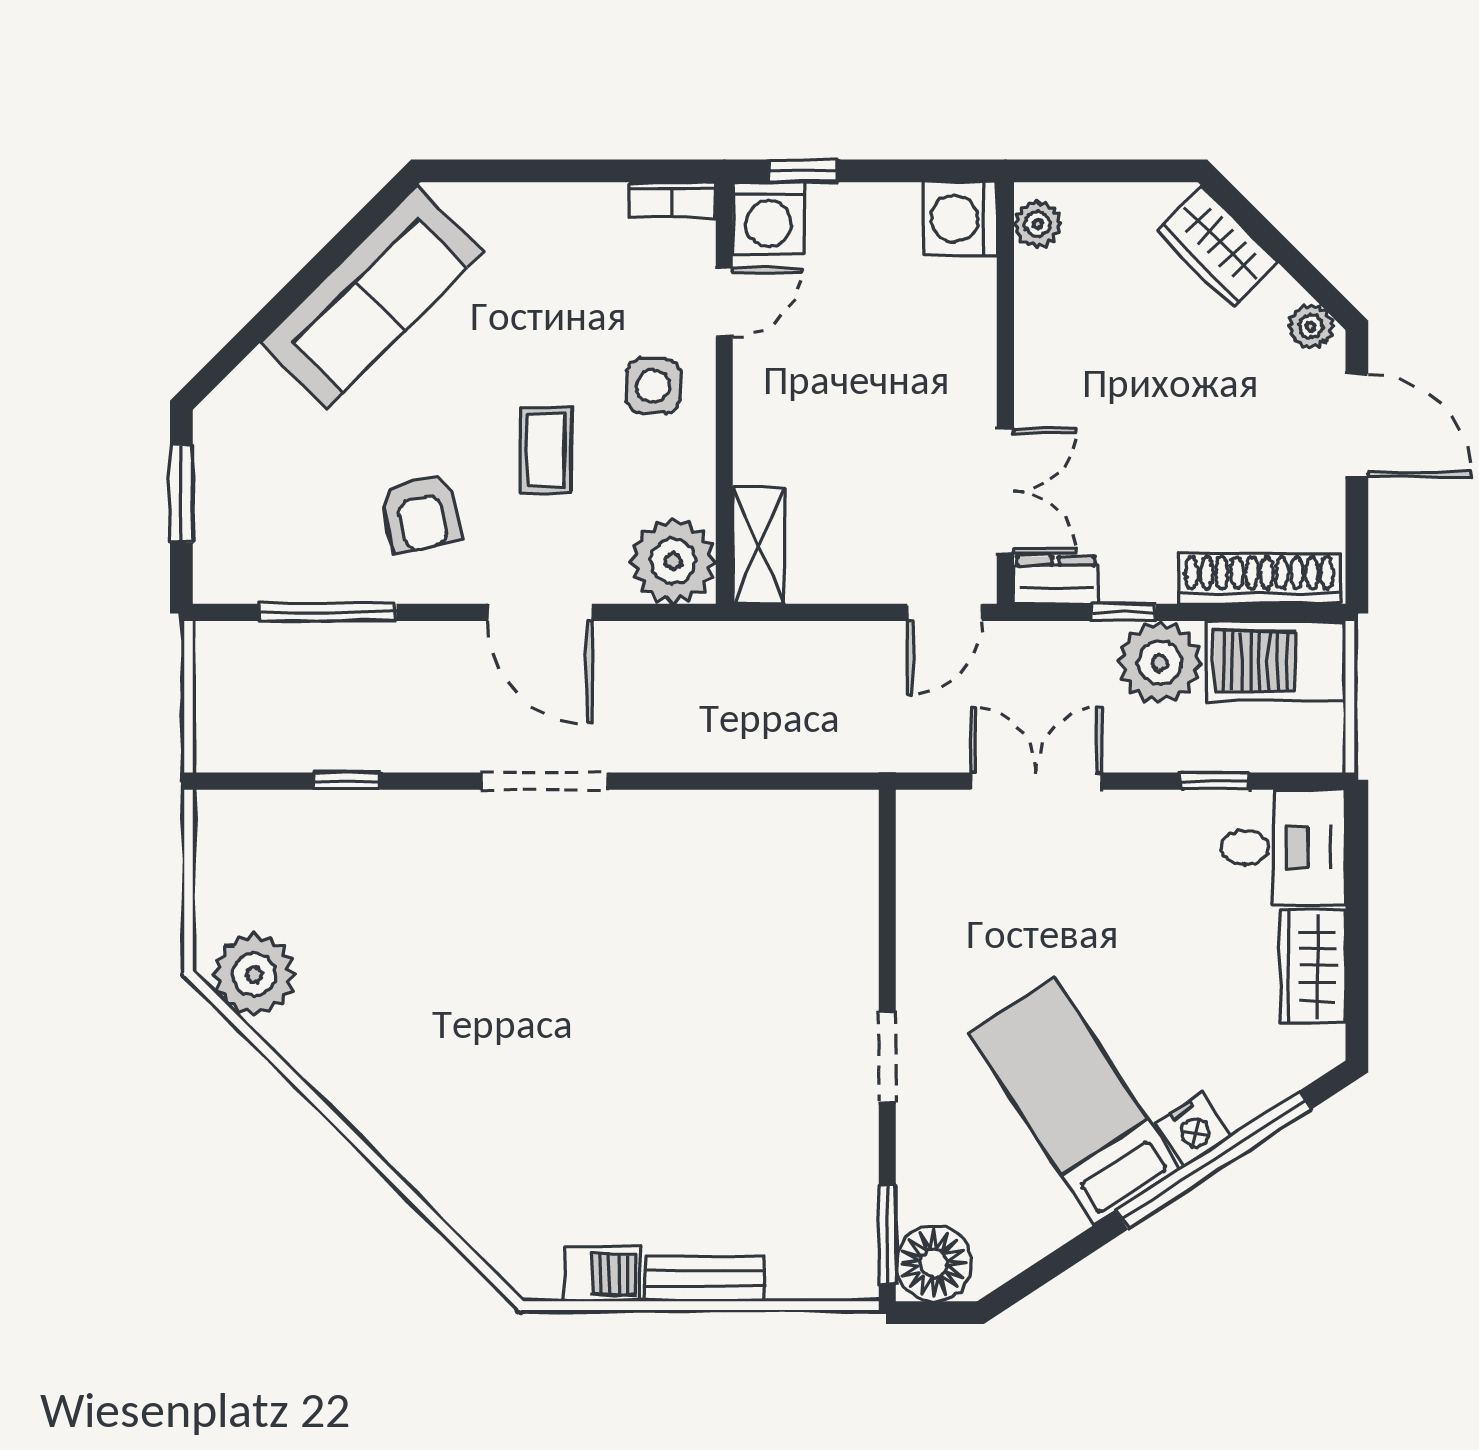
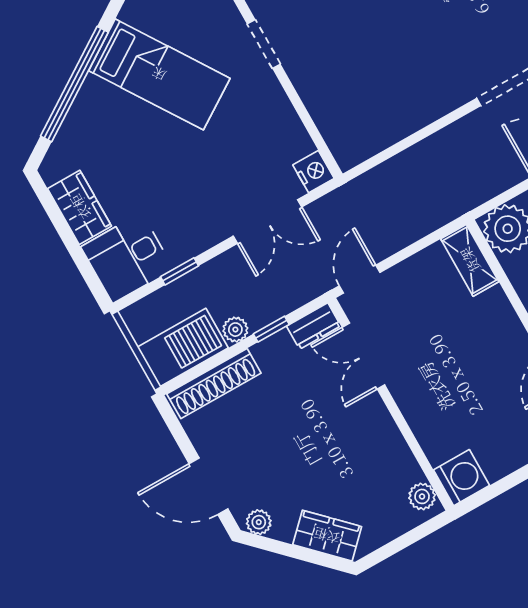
plant: (1160, 662) -> (235, 330), width x0.53, depth x0.53
nightstand: (1193, 1129) -> (313, 172), moved, turned 123

